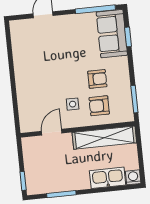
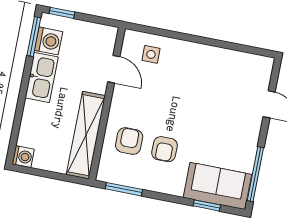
side table: (73, 104) -> (151, 54), moved
kitchen sink: (108, 178) -> (42, 77), moved
washing machine: (46, 184) -> (49, 41), added
window: (61, 194) -> (34, 37), moved

